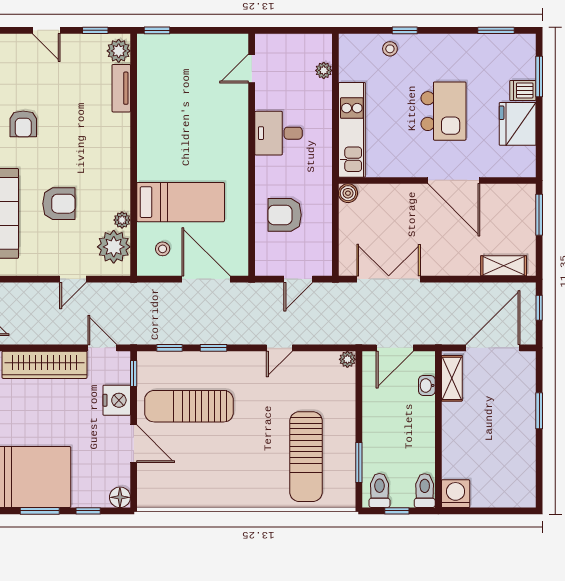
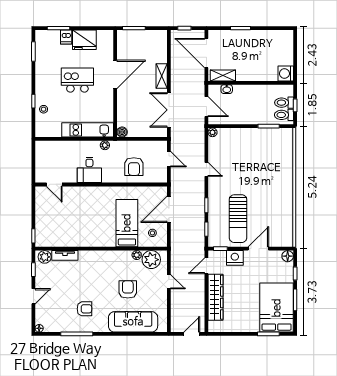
plant: (324, 70) -> (105, 145), moved
shelving: (504, 266) -> (162, 76), moved
sun lounger: (306, 457) -> (265, 155), removed
toilet: (425, 491) -> (284, 103), moved

